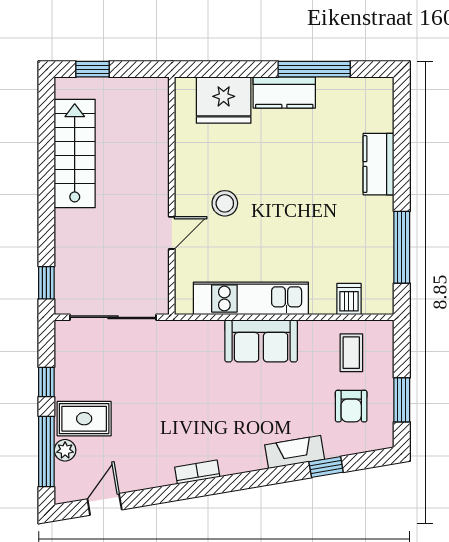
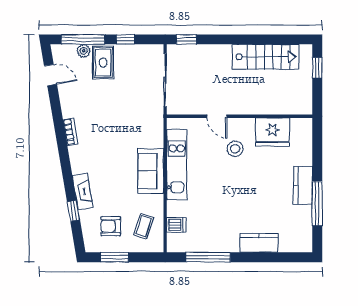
fridge: (224, 100) -> (272, 132), moved, turned -90
coffee table: (351, 353) -> (143, 226), turned -72

